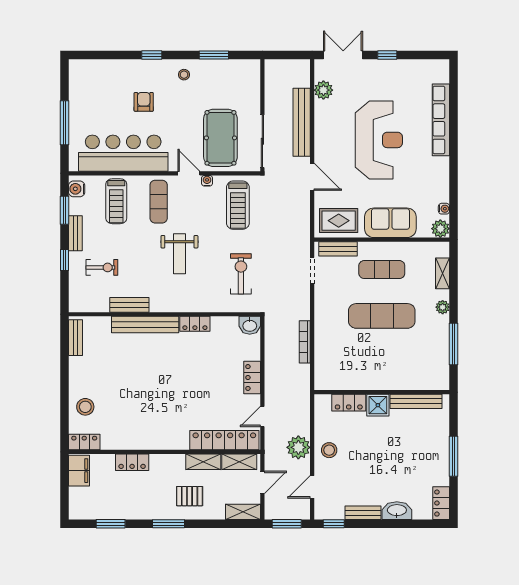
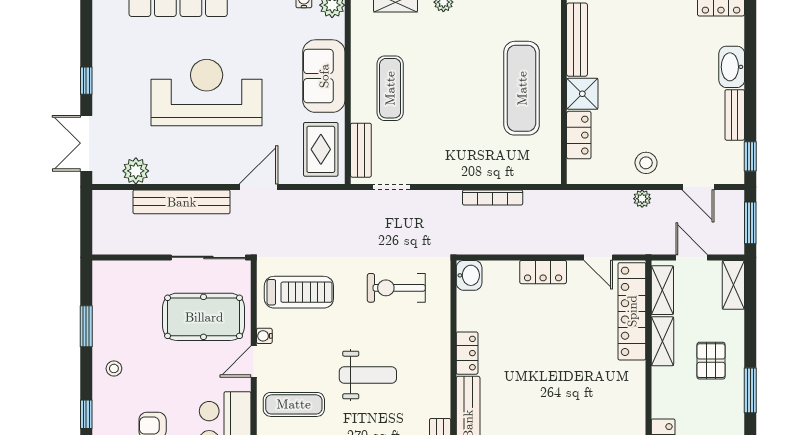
exercise mat: (382, 316) -> (522, 88), moved
plant: (298, 447) -> (642, 199), width x0.53, depth x0.53

